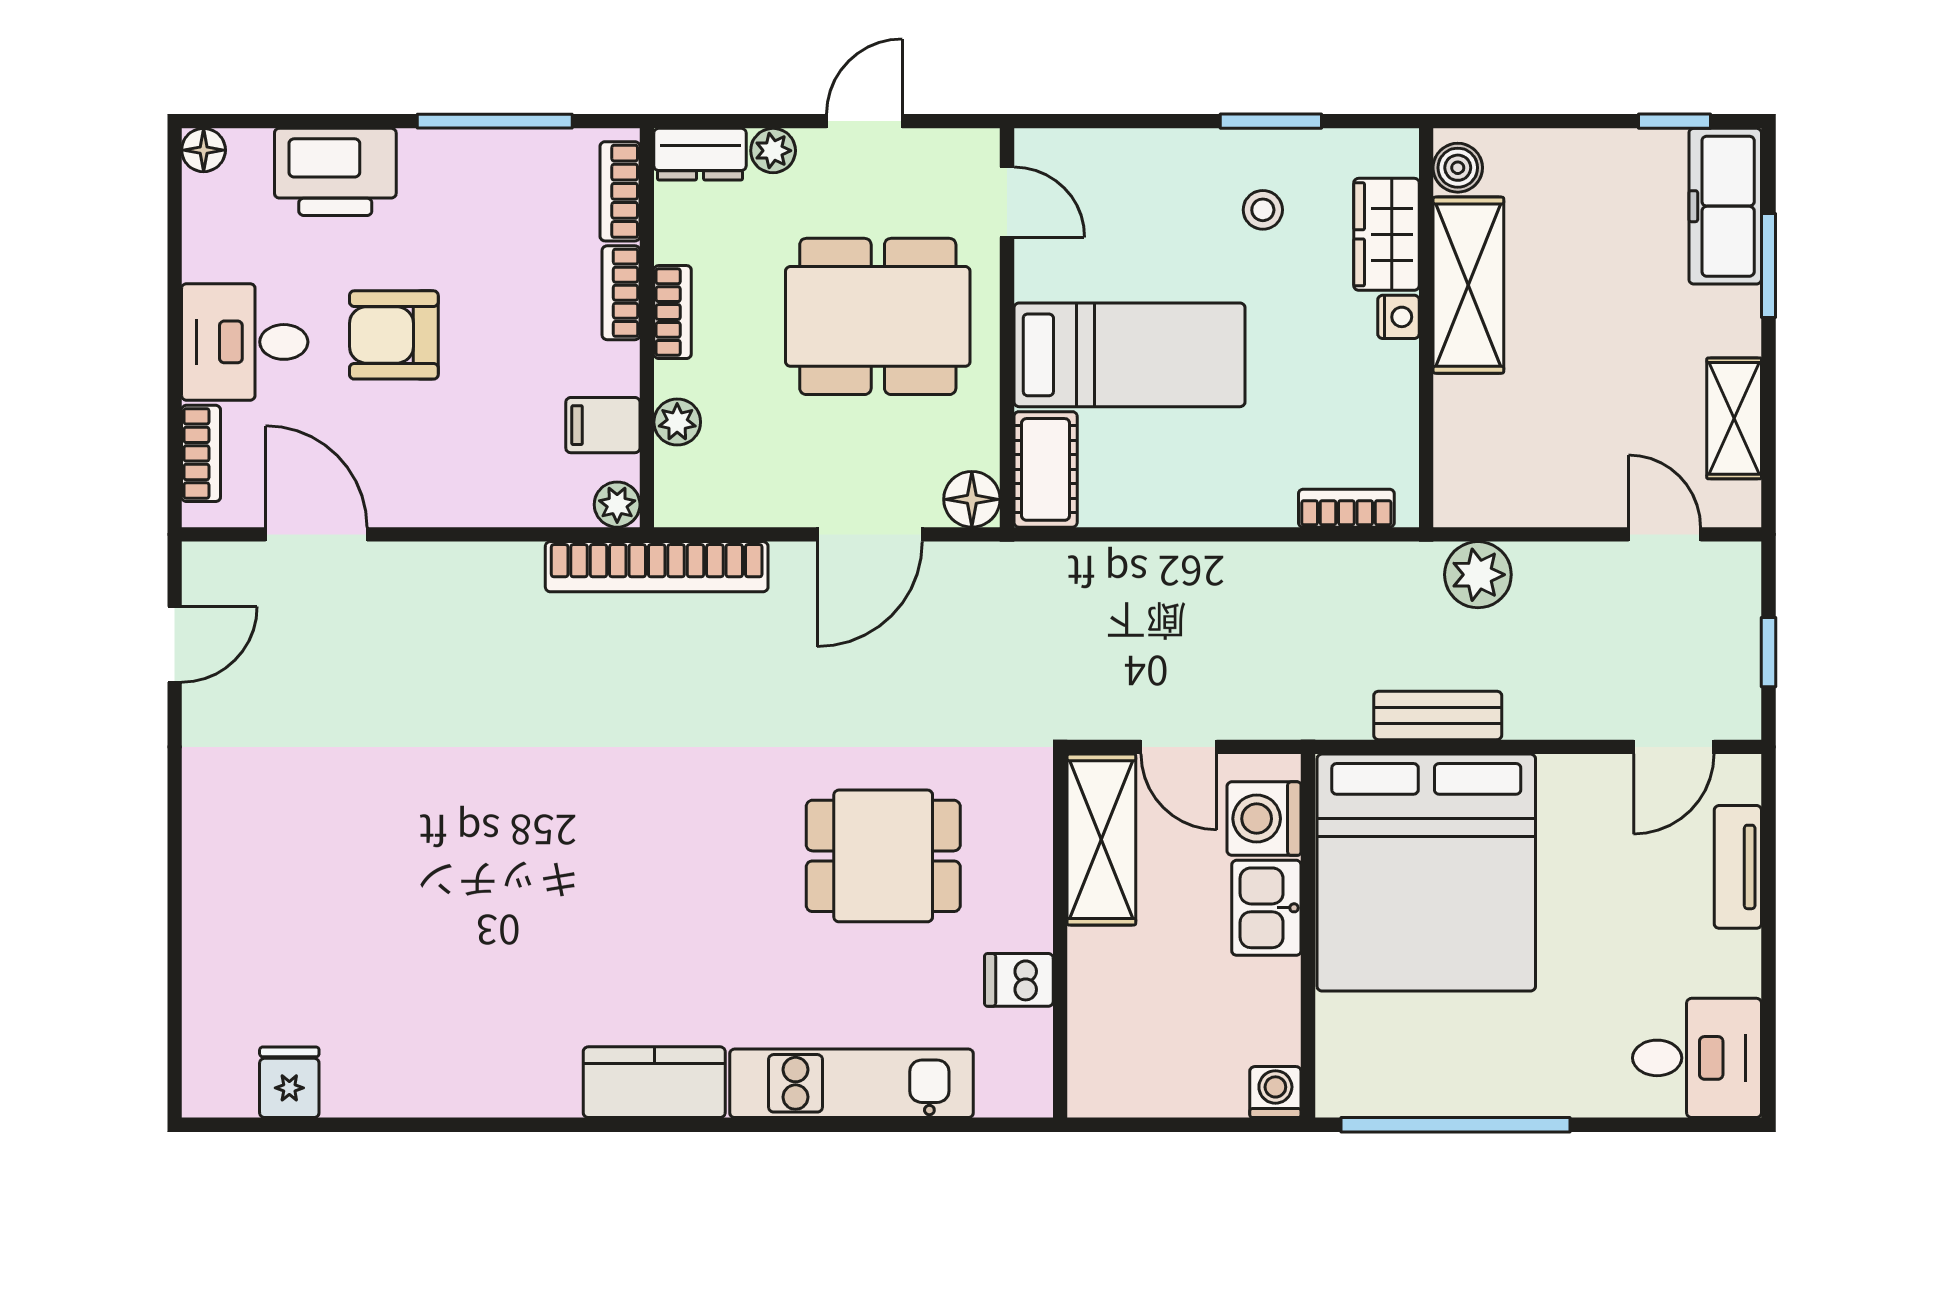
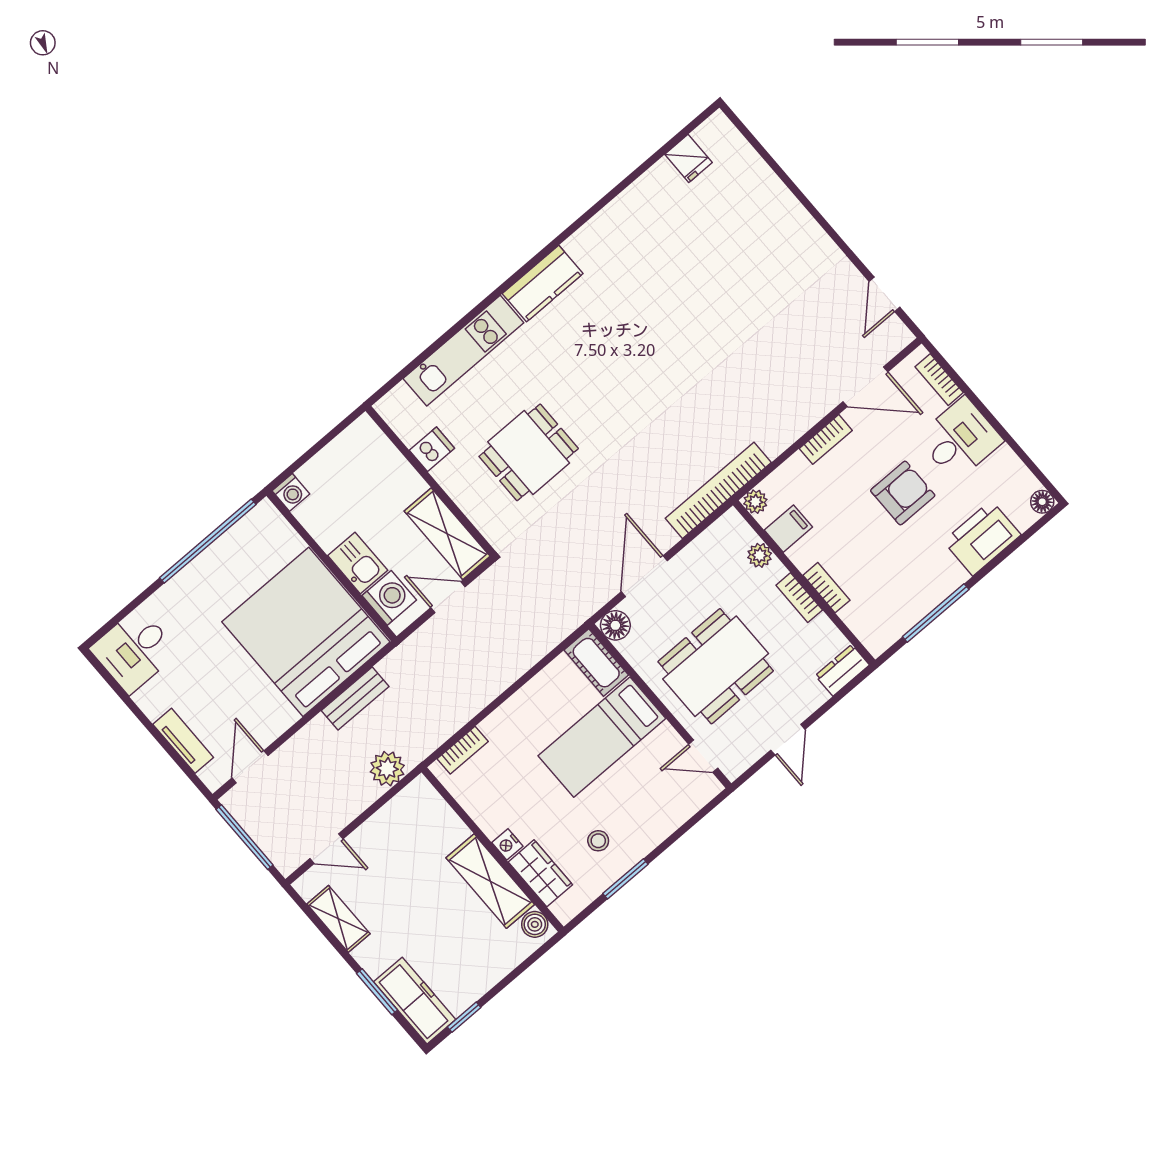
plant: (773, 151) -> (814, 697), removed
bookcase: (620, 191) -> (826, 439), moved, turned 90
window: (1768, 652) -> (245, 837), width x2.17

